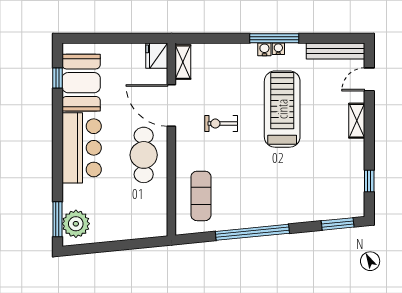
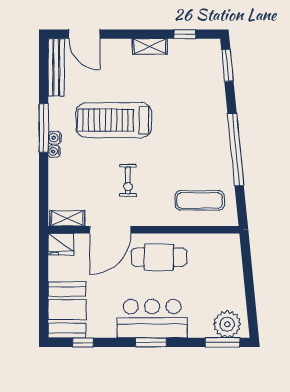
water cooler: (278, 49) -> (54, 151), moved
door: (369, 79) -> (84, 34), width x1.38
booth: (81, 83) -> (67, 310), moved, turned 90
shelving: (357, 121) -> (150, 46), moved
window: (57, 147) -> (151, 342), added

